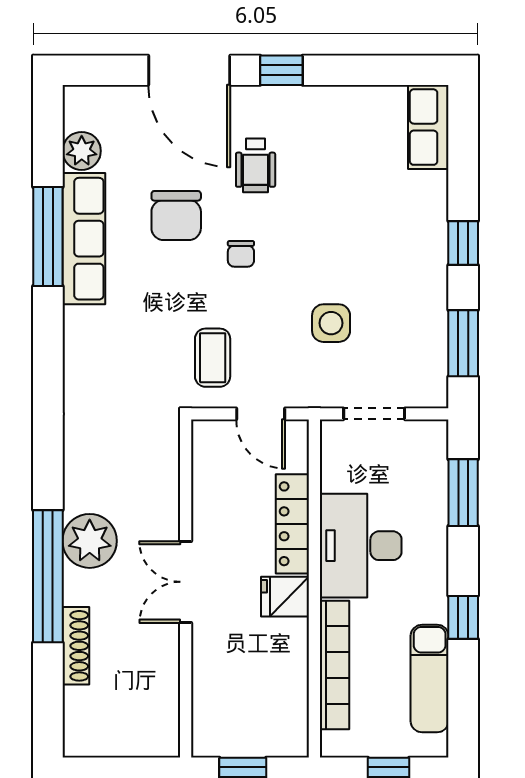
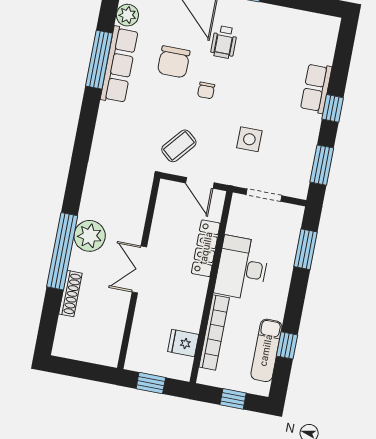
row of seats: (428, 127) -> (316, 88), moved
coffee table: (213, 358) -> (179, 146), turned 40
fridge: (285, 597) -> (183, 343), moved
window: (463, 617) -> (287, 345), moved

